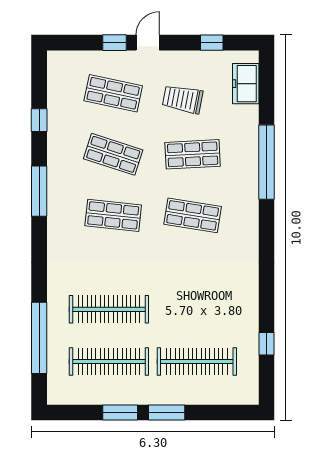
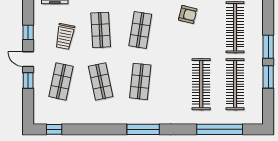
window: (212, 43) -> (28, 32), moved
window: (39, 120) -> (54, 129), moved
shop shelf: (113, 154) -> (101, 81), turned -30
window: (39, 191) -> (143, 129), moved
armchair: (216, 289) -> (188, 14), added

